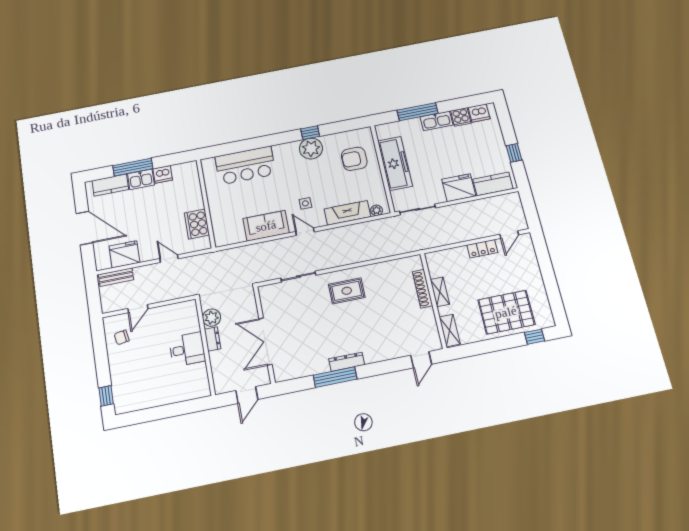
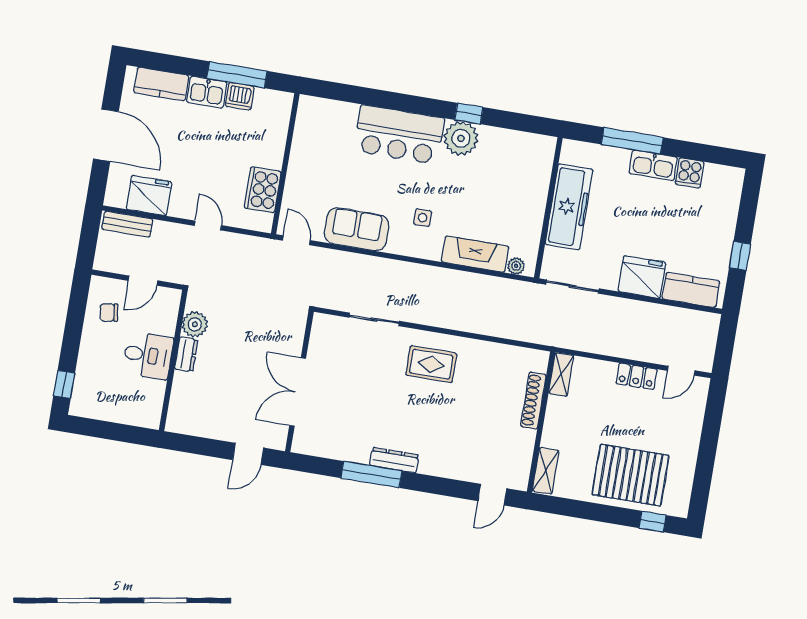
dishwasher: (479, 113) -> (718, 177), removed
armchair: (354, 159) -> (515, 178), removed
bar counter: (245, 165) -> (399, 135), moved
window: (133, 167) -> (237, 75), moved
door: (305, 232) -> (296, 240), moved
shelving: (440, 292) -> (561, 374), moved
plant: (212, 318) -> (195, 324), moved
dresser: (213, 339) -> (186, 354), moved
wall: (205, 346) -> (173, 360), moved
desk: (187, 349) -> (148, 355), moved

